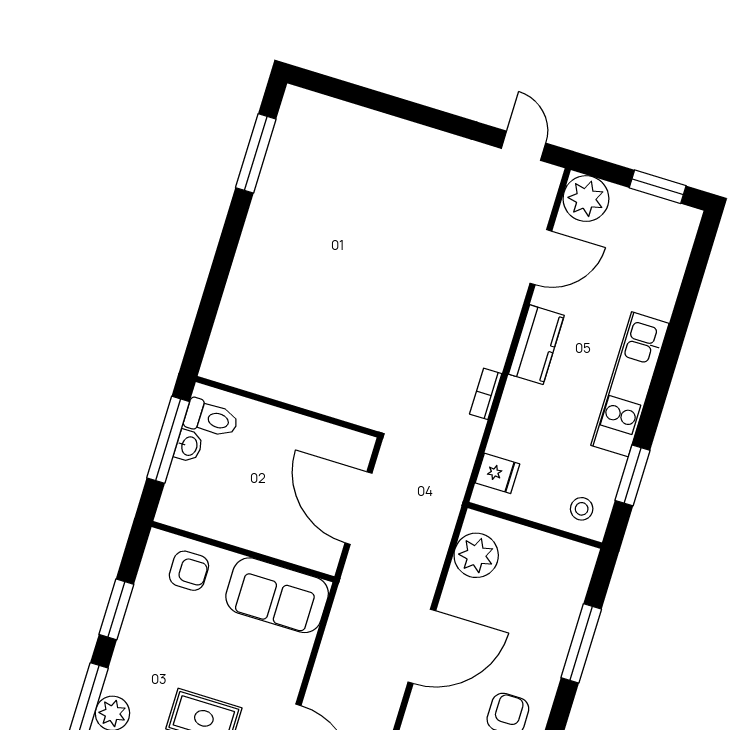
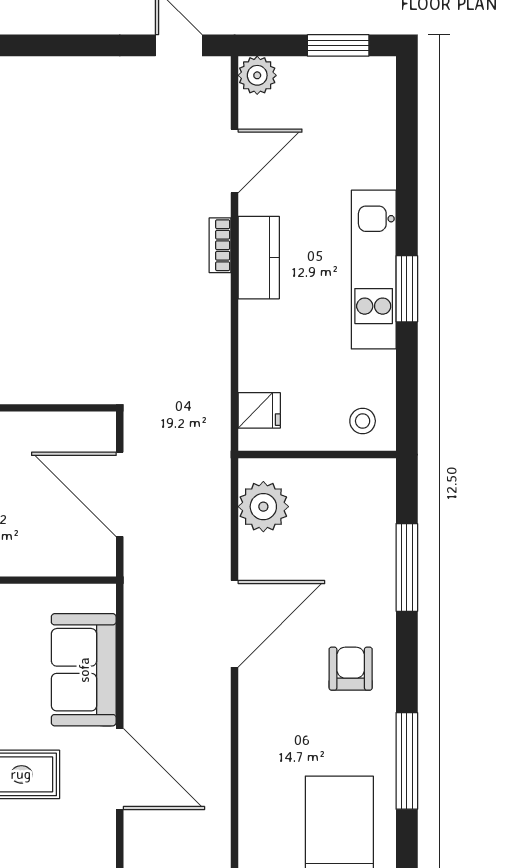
plant: (586, 199) -> (257, 75), width x0.73, depth x0.73
bookcase: (486, 394) -> (220, 245), moved
window: (633, 475) -> (407, 289), moved
sofa: (277, 595) -> (84, 670), moved, turned 90

